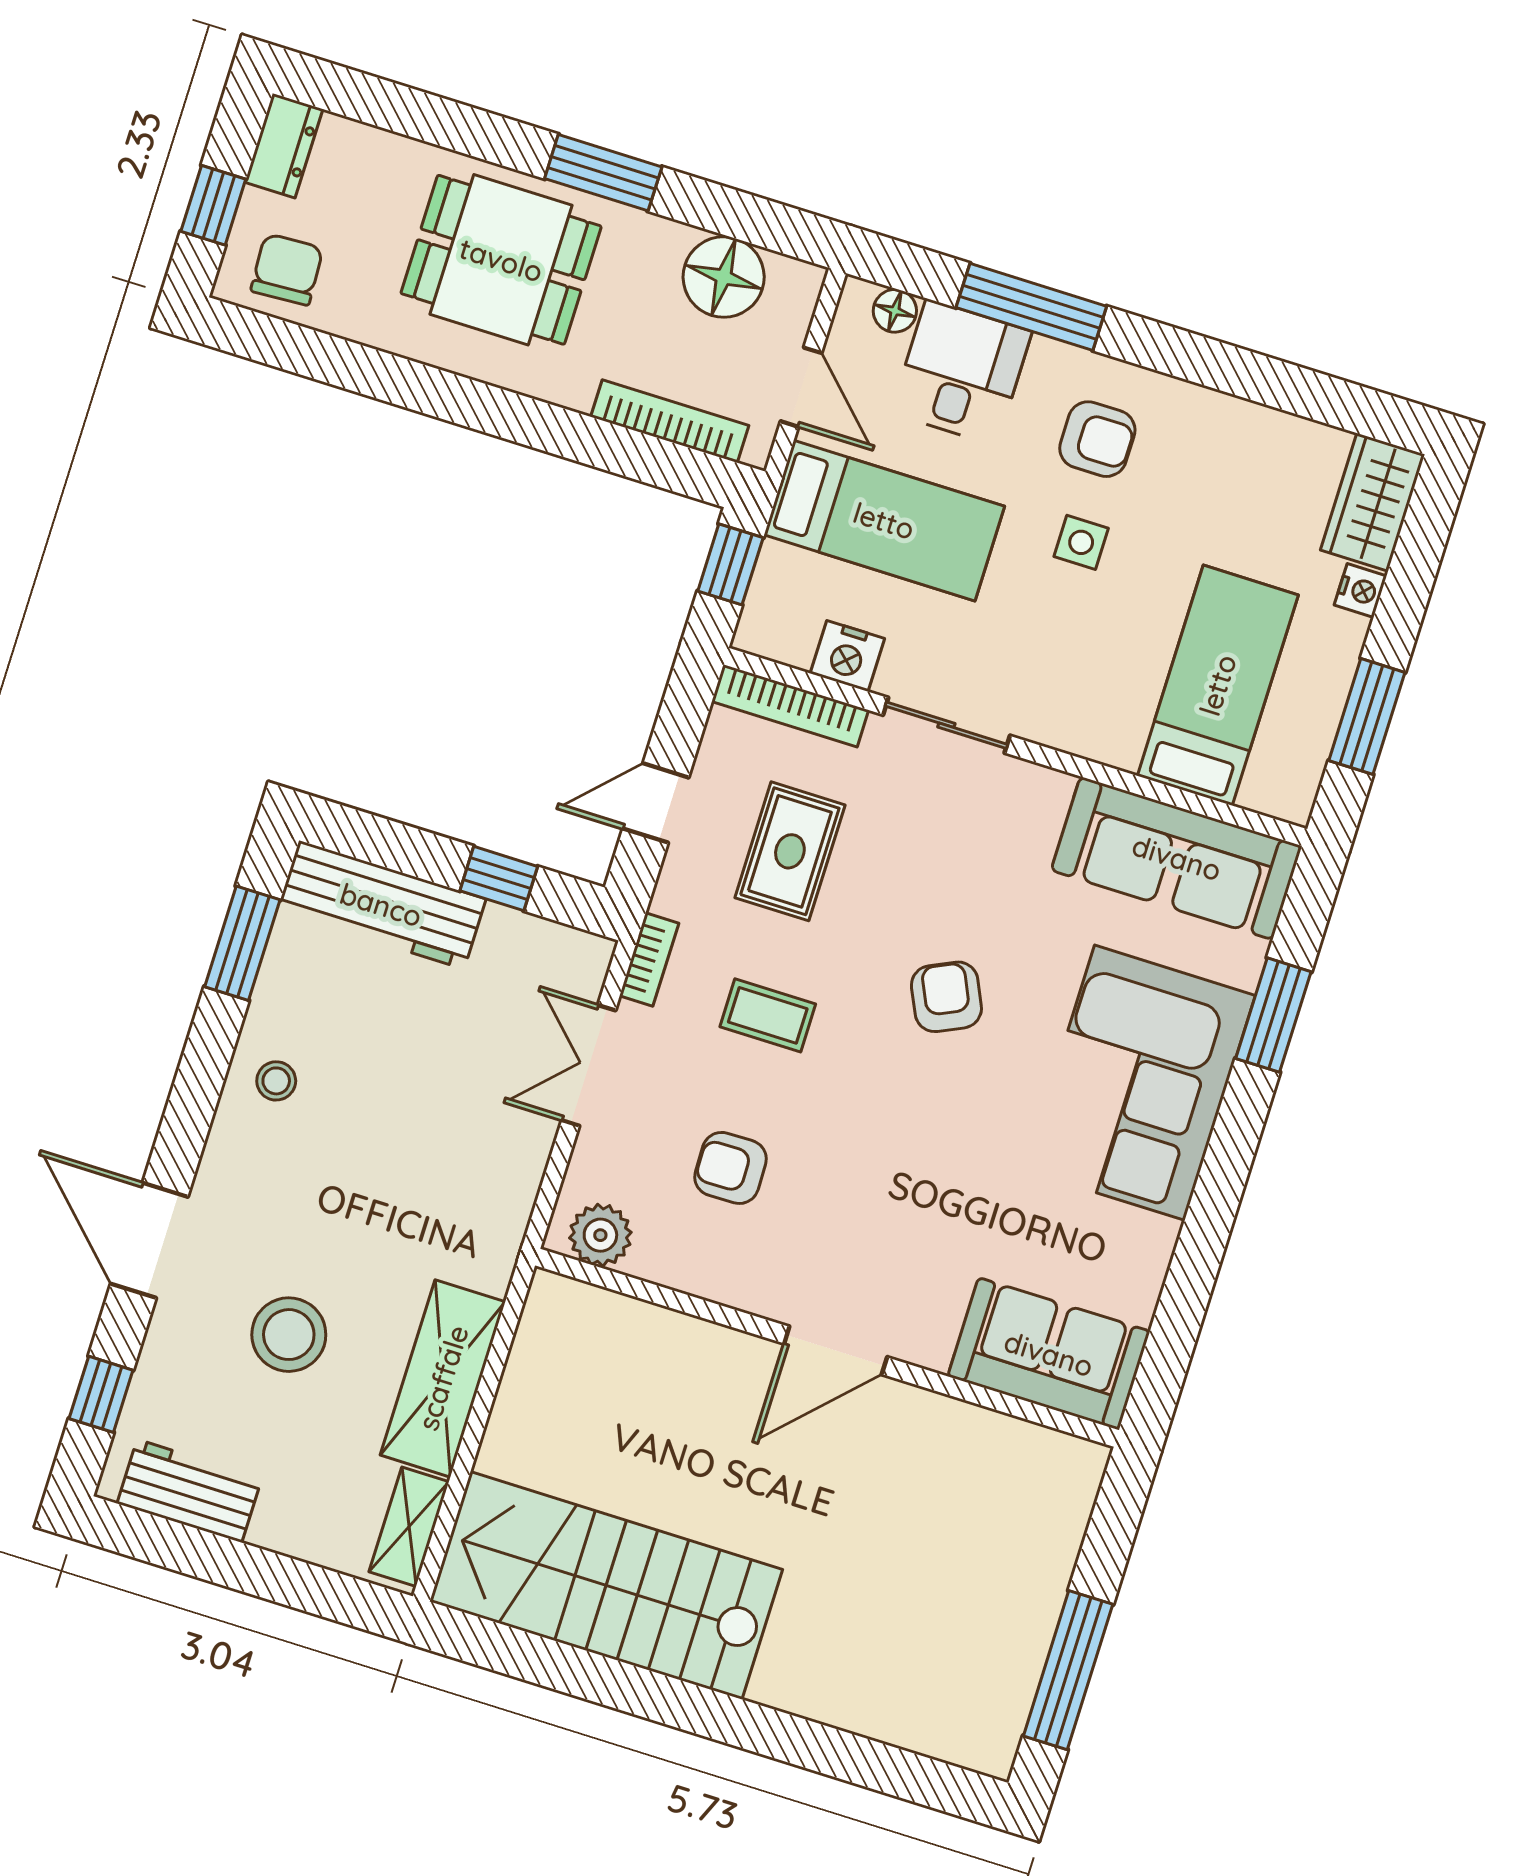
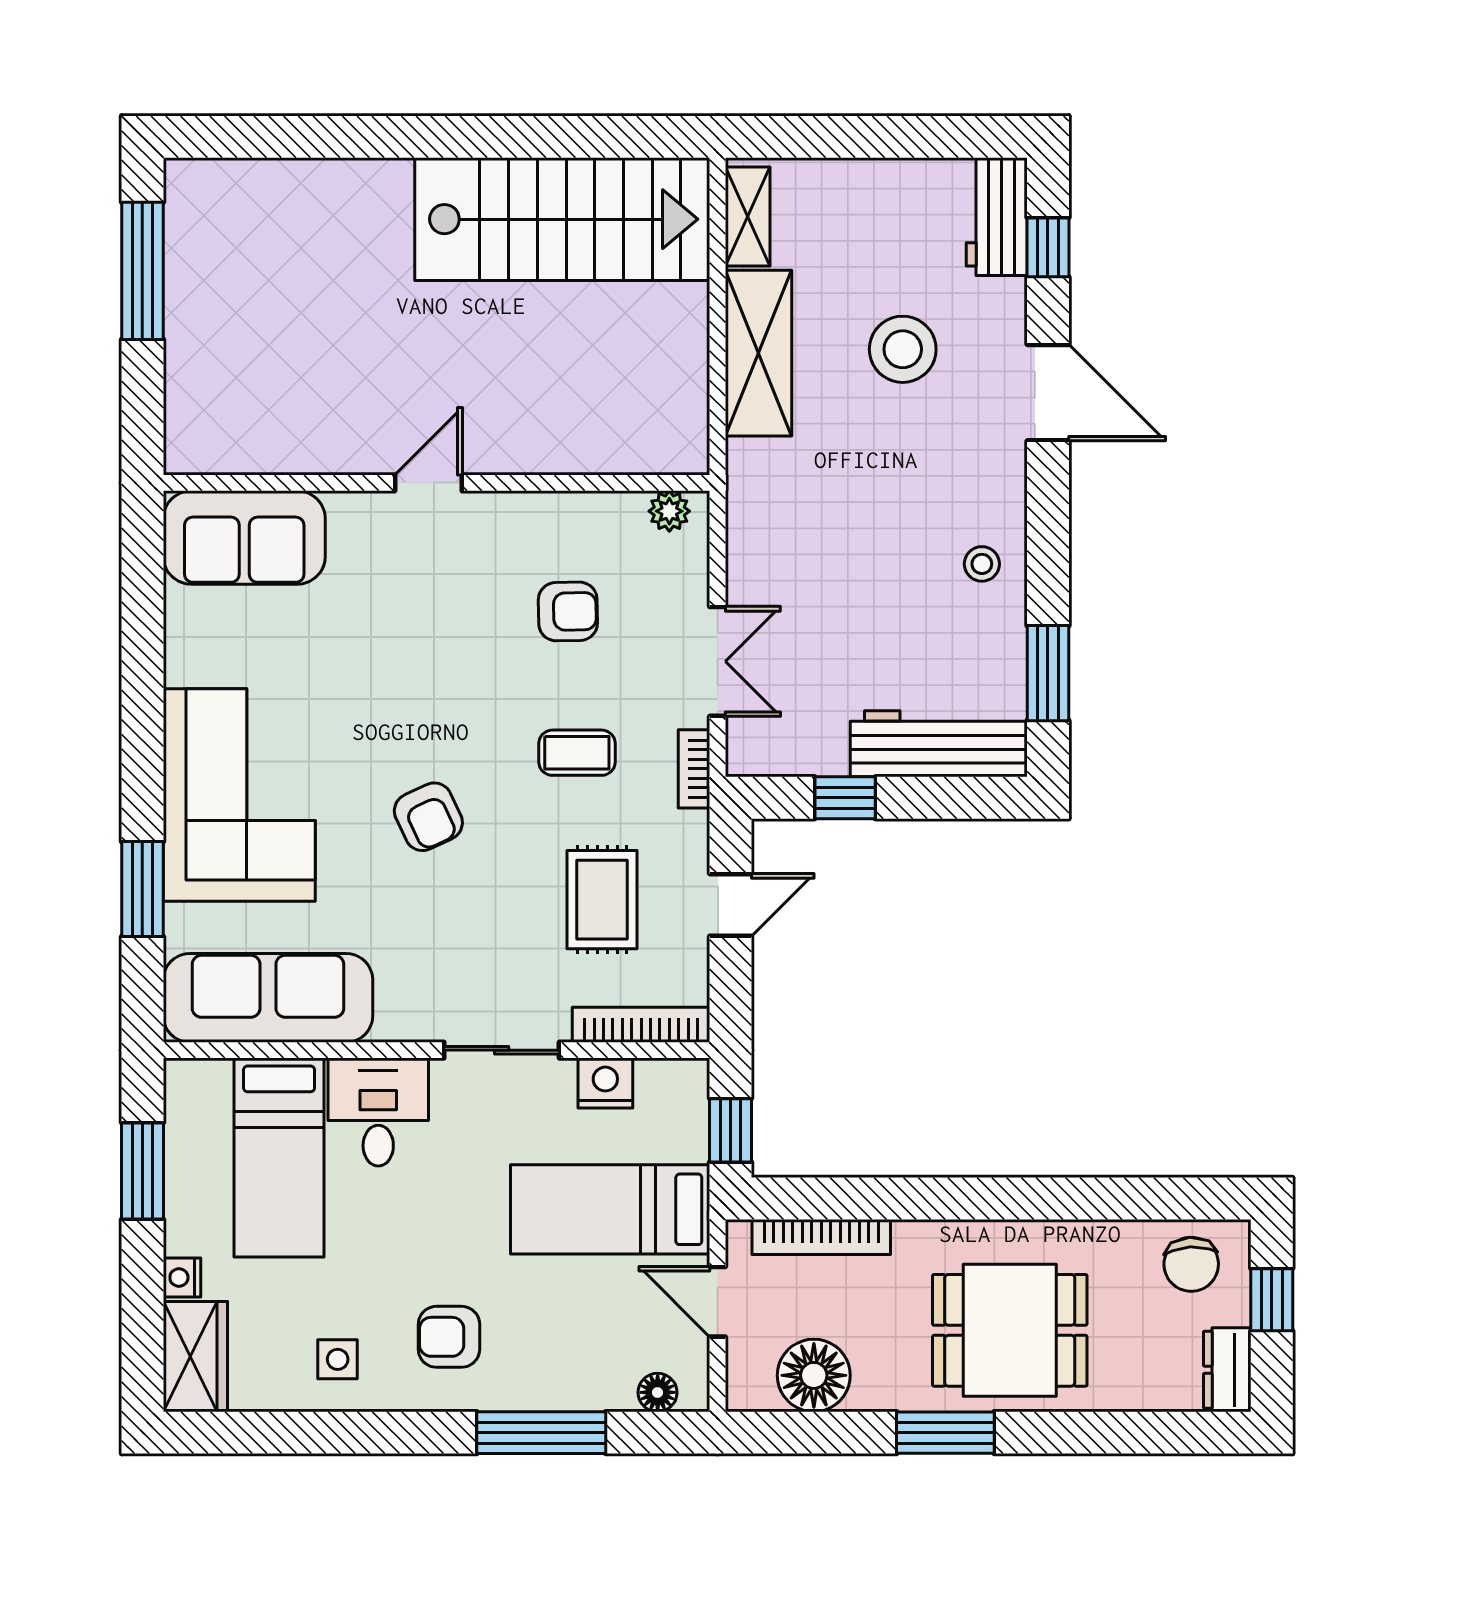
desk: (961, 372) -> (378, 1112), moved, turned 180
side table: (1081, 542) -> (338, 1359), moved
plant: (600, 1235) -> (669, 511), width x0.73, depth x0.73
door: (836, 1350) -> (428, 483), width x0.73
workbench: (189, 1491) -> (997, 217), moved, turned 90

